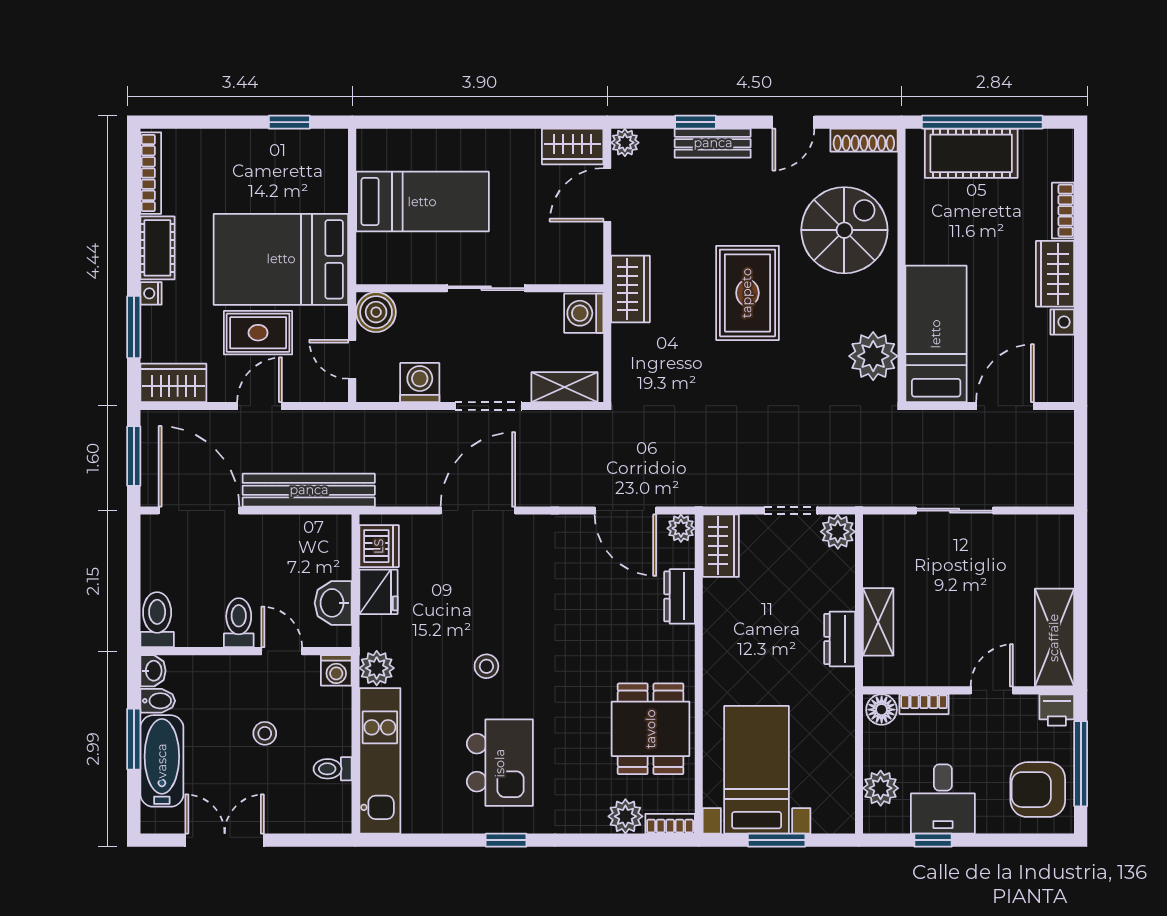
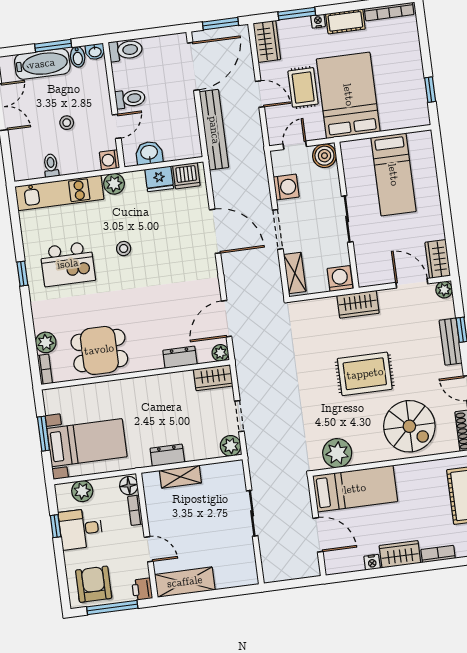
bed with nightstands: (757, 770) -> (87, 443), moved

